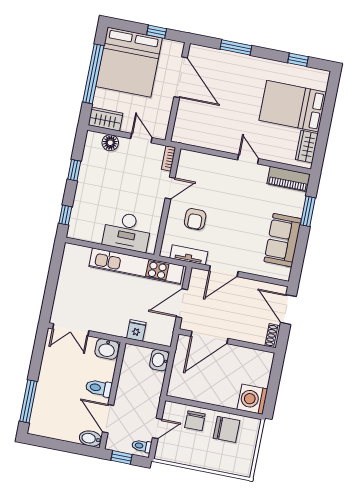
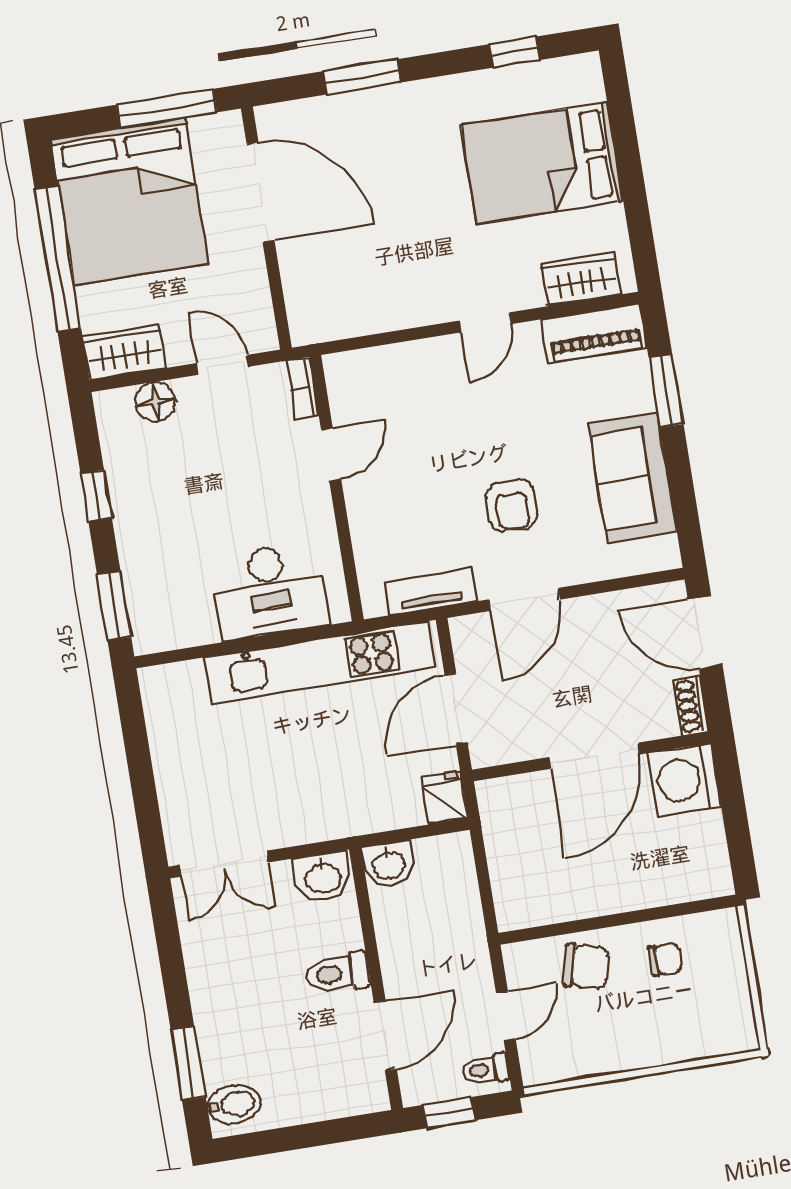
window: (157, 32) -> (167, 108), width x2.17
wardrobe: (307, 147) -> (581, 279), moved, turned 90
door: (248, 159) -> (485, 322), swing flipped
window: (65, 215) -> (114, 606), width x1.50
armchair: (195, 219) -> (512, 505), moved
fridge: (136, 330) -> (444, 798), moved
door: (209, 337) -> (594, 756), moved
washbasin: (159, 360) -> (389, 864), moved, turned -90
washing machine: (252, 399) -> (685, 780), moved
window: (28, 401) -> (188, 1064), width x0.69
door: (108, 419) -> (385, 1036), swing flipped
chair: (195, 421) -> (586, 966), turned -76
chair: (227, 429) -> (666, 959), width x0.54, depth x0.54
bidet: (90, 439) -> (234, 1104), moved, turned 180

